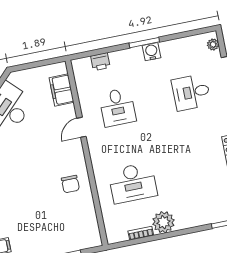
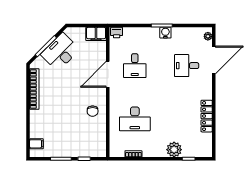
printer: (100, 62) -> (117, 33), moved
filing cabinet: (62, 90) -> (96, 34), moved, turned -90
door: (81, 127) -> (108, 74), width x1.87
plant: (163, 222) -> (174, 150), moved

